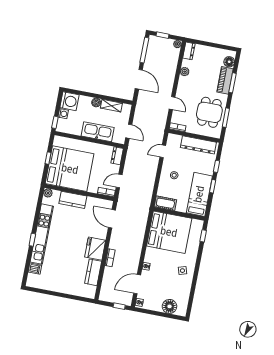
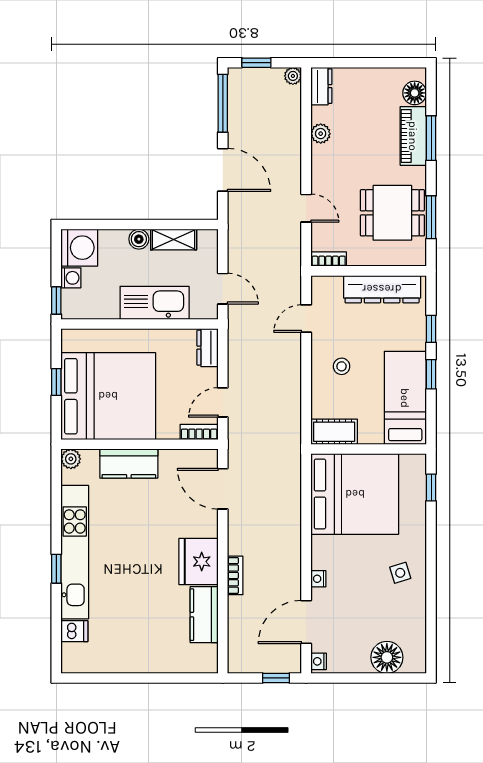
dining table: (209, 112) -> (392, 213), turned 90

